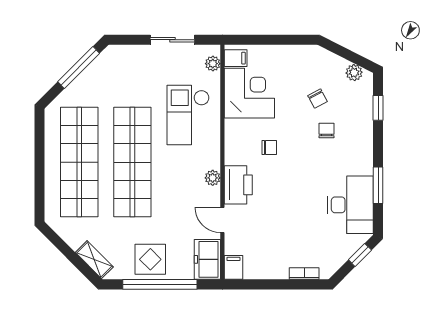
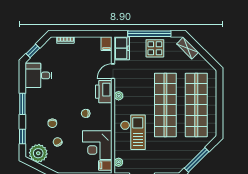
plant: (354, 73) -> (38, 153), width x1.88, depth x1.88
window: (378, 185) -> (22, 104), moved
desk: (350, 205) -> (38, 75), width x0.73
door: (222, 220) -> (113, 71), swing flipped

